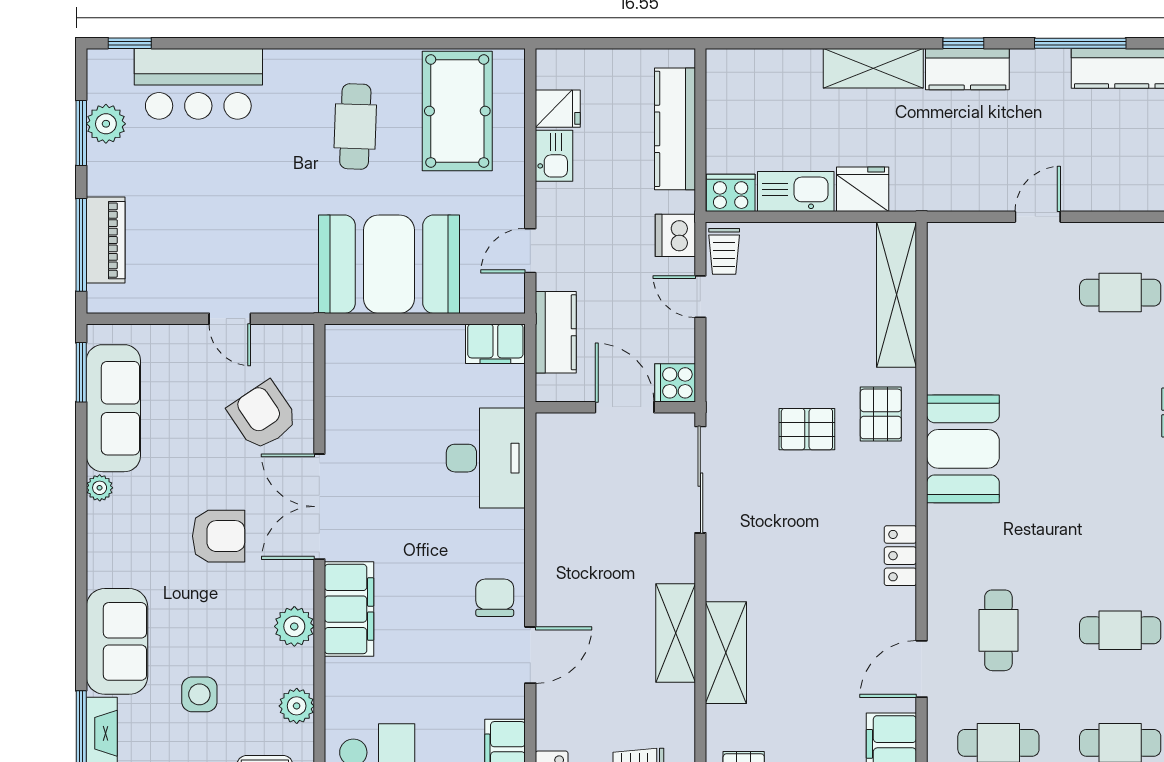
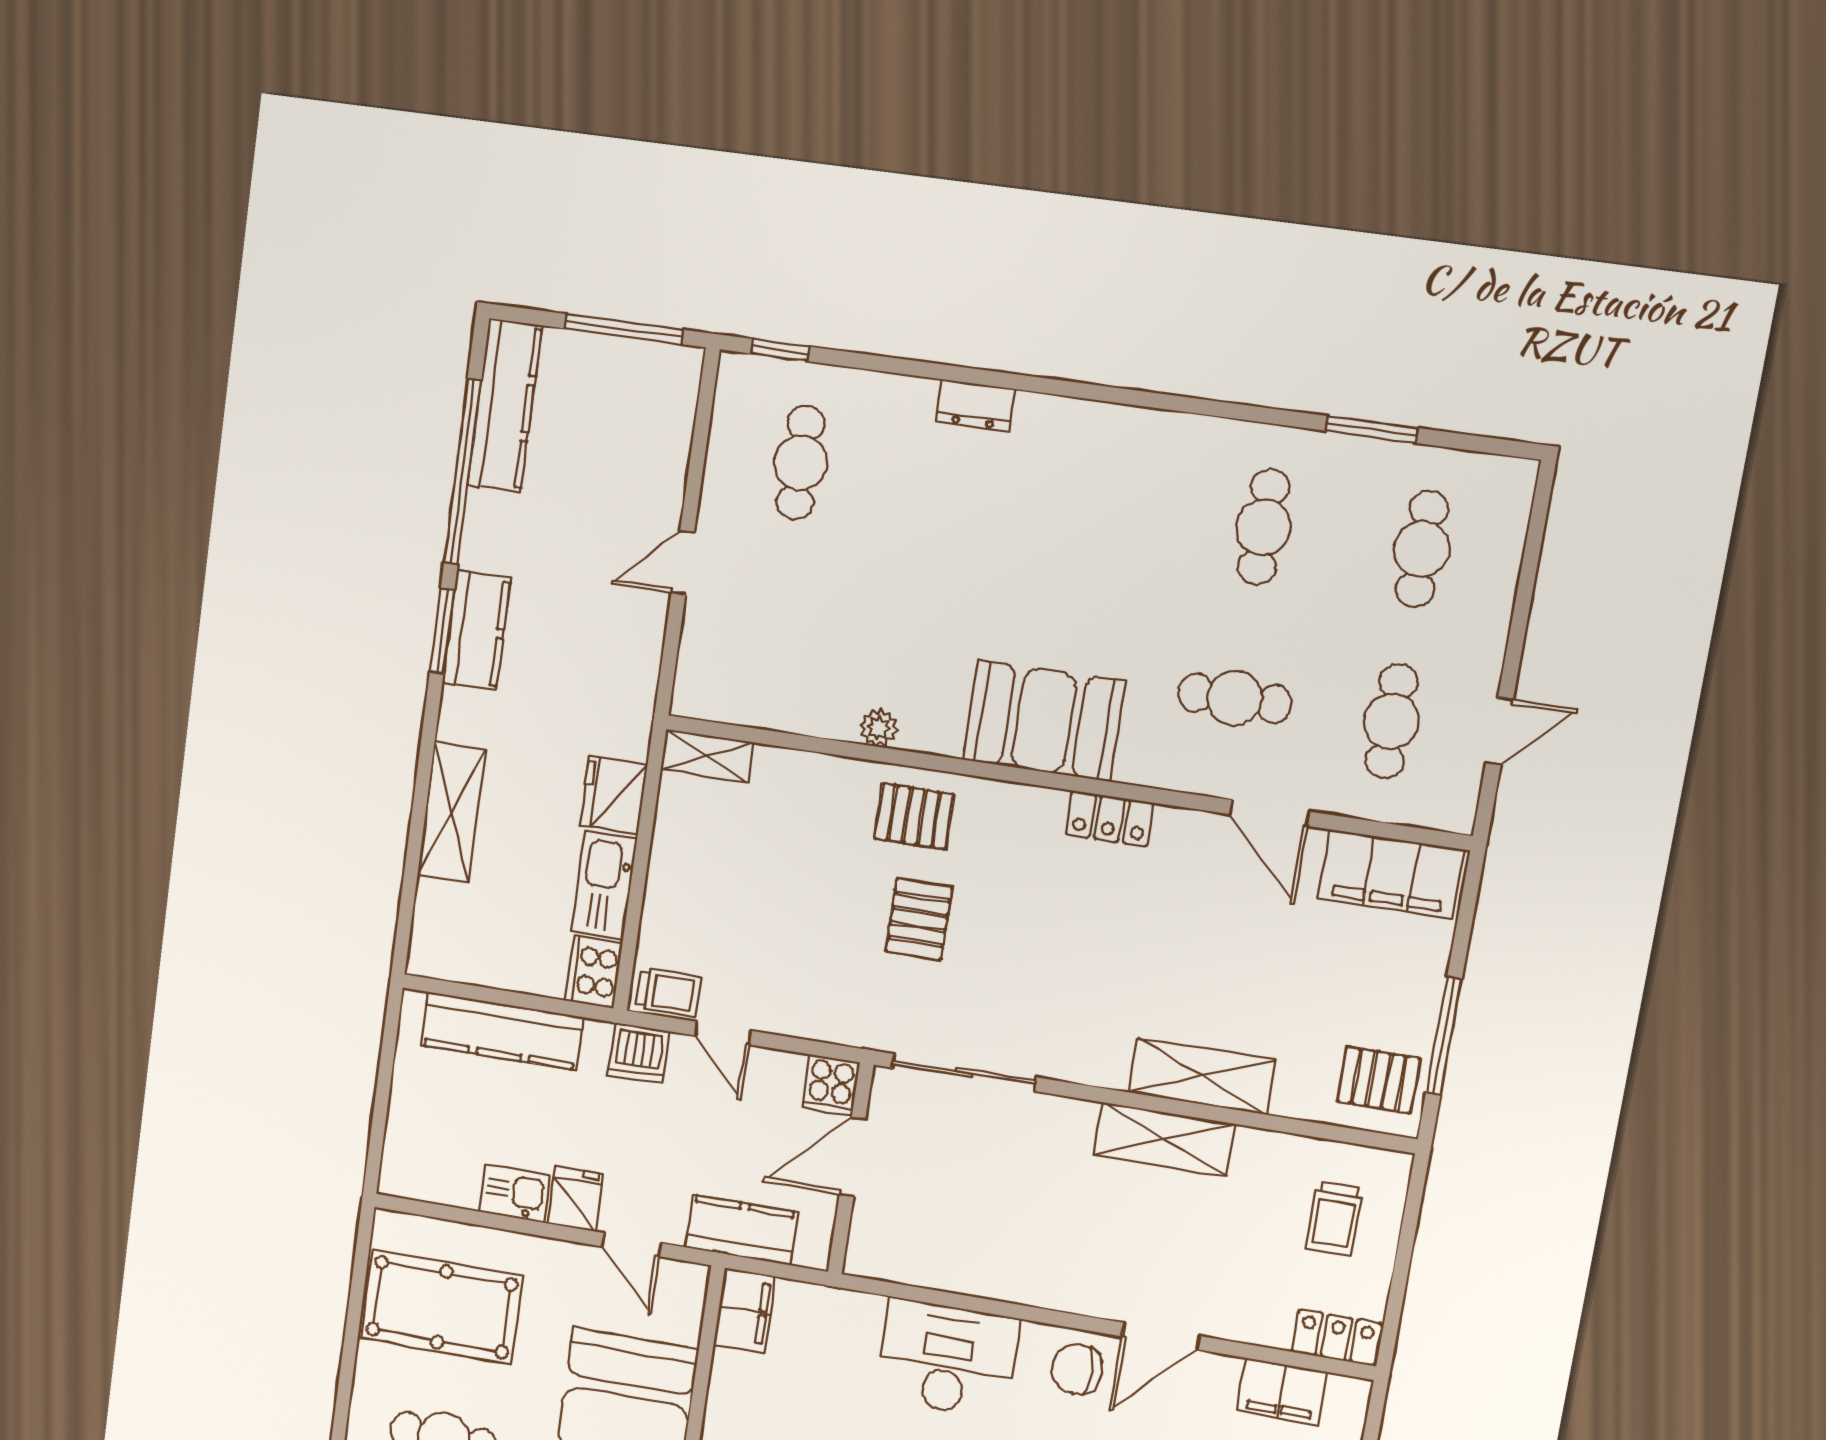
window: (963, 43) -> (442, 631), width x1.50
window: (1080, 43) -> (463, 472), width x1.46
shelving: (873, 68) -> (451, 812), moved
fridge: (558, 109) -> (575, 1199), moved
door: (1038, 217) -> (683, 563), hinge flipped
shelving: (897, 295) -> (707, 756), width x0.45, depth x0.75
door: (700, 297) -> (723, 1033), hinge flipped
plant: (940, 378) -> (879, 728), added
booth: (963, 449) -> (1044, 721), moved
desk: (486, 458) -> (947, 1358), moved
door: (530, 655) -> (1161, 1336), swing flipped

